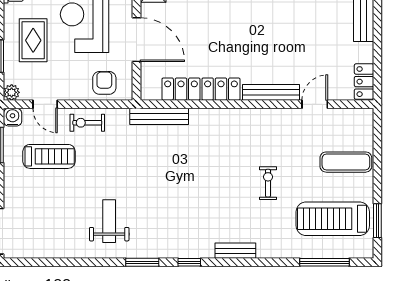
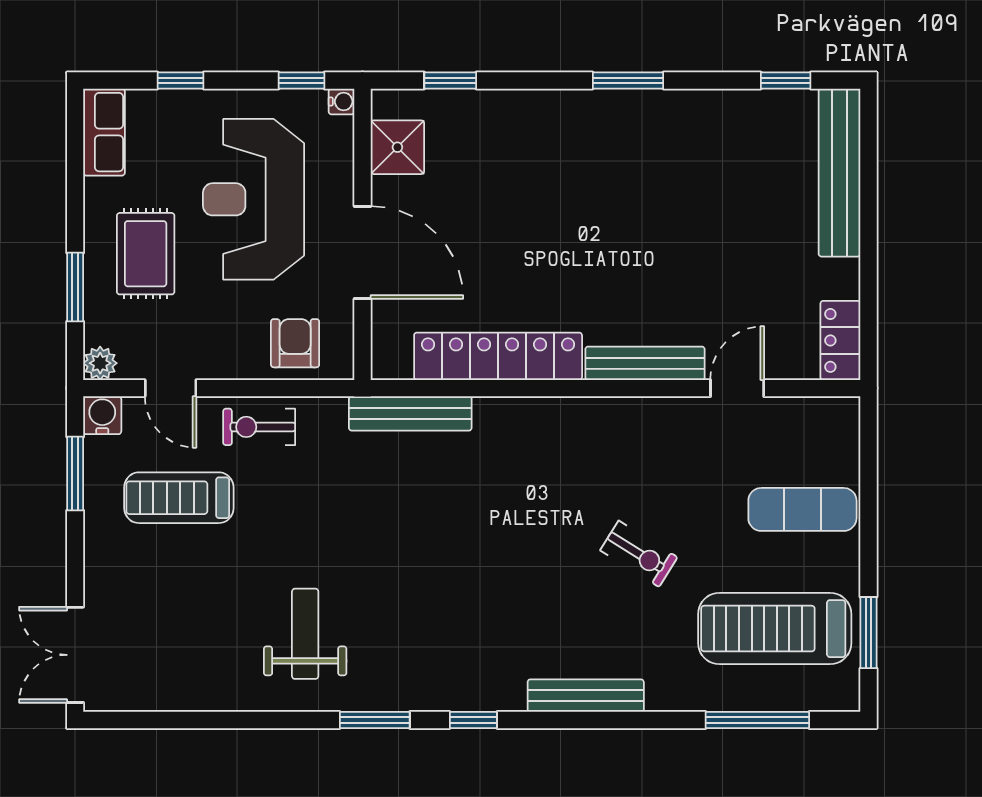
treadmill: (49, 156) -> (179, 498), turned 180
exercise bike: (268, 183) -> (639, 554), turned 122
bench: (235, 251) -> (586, 696), width x1.36

